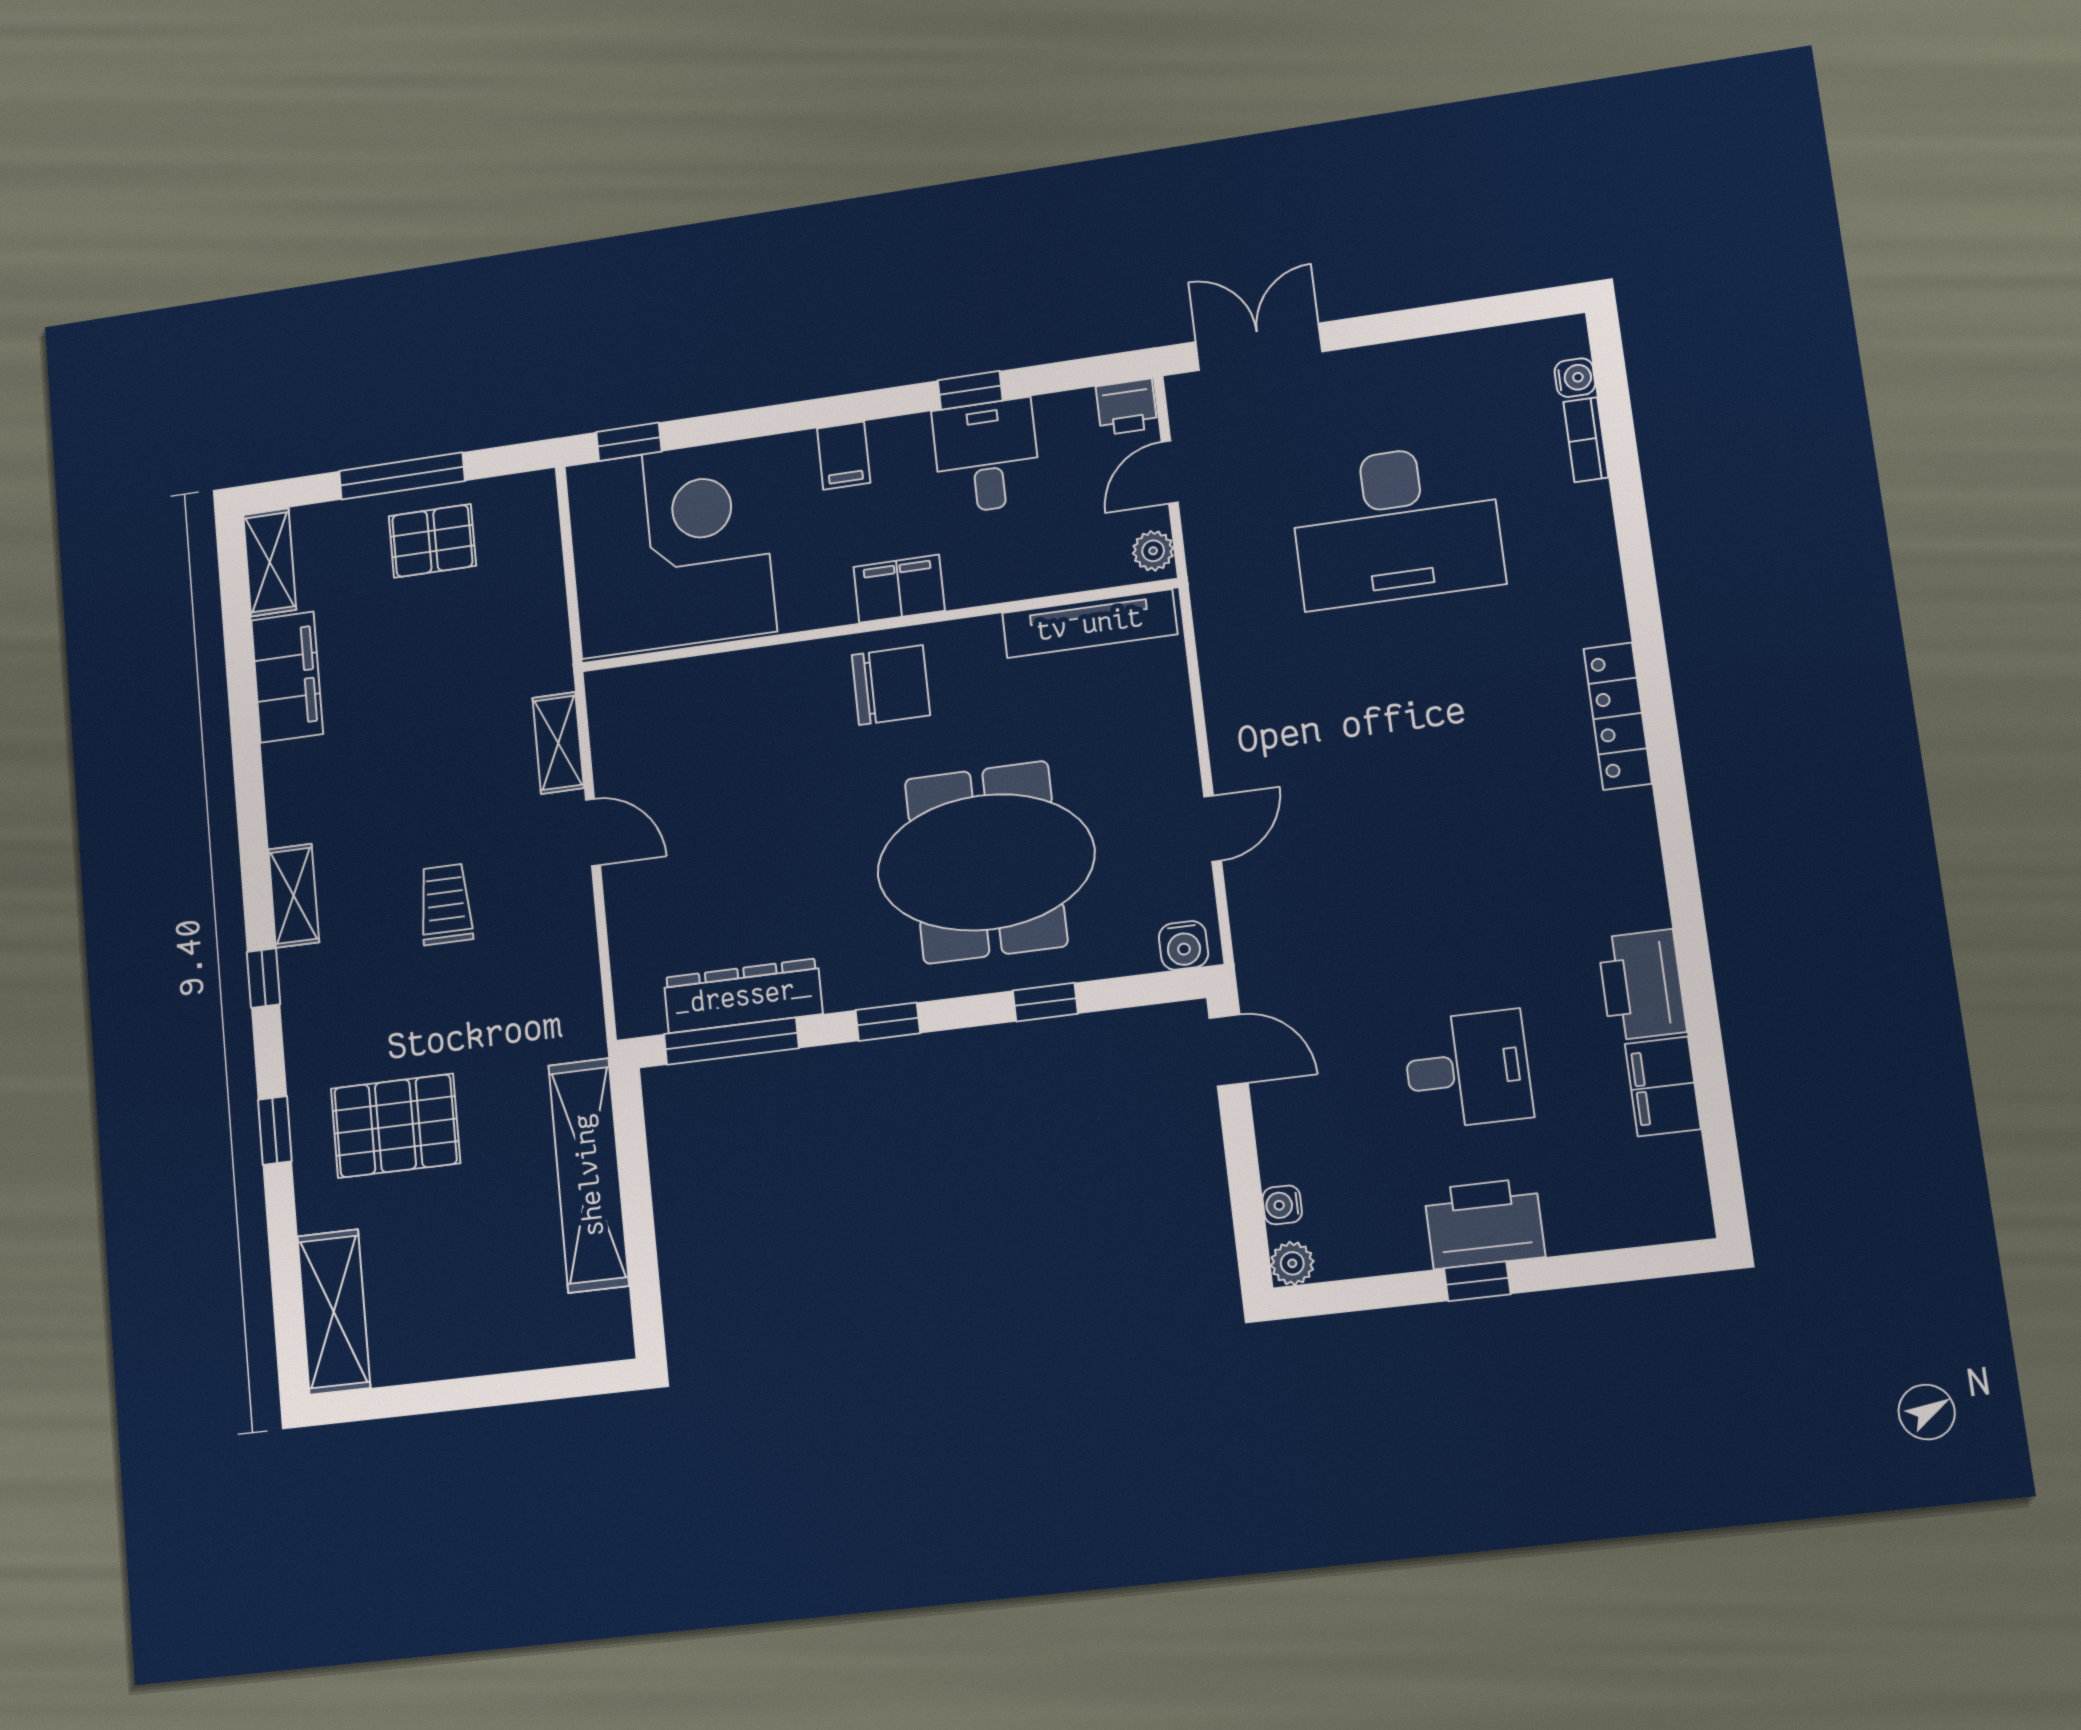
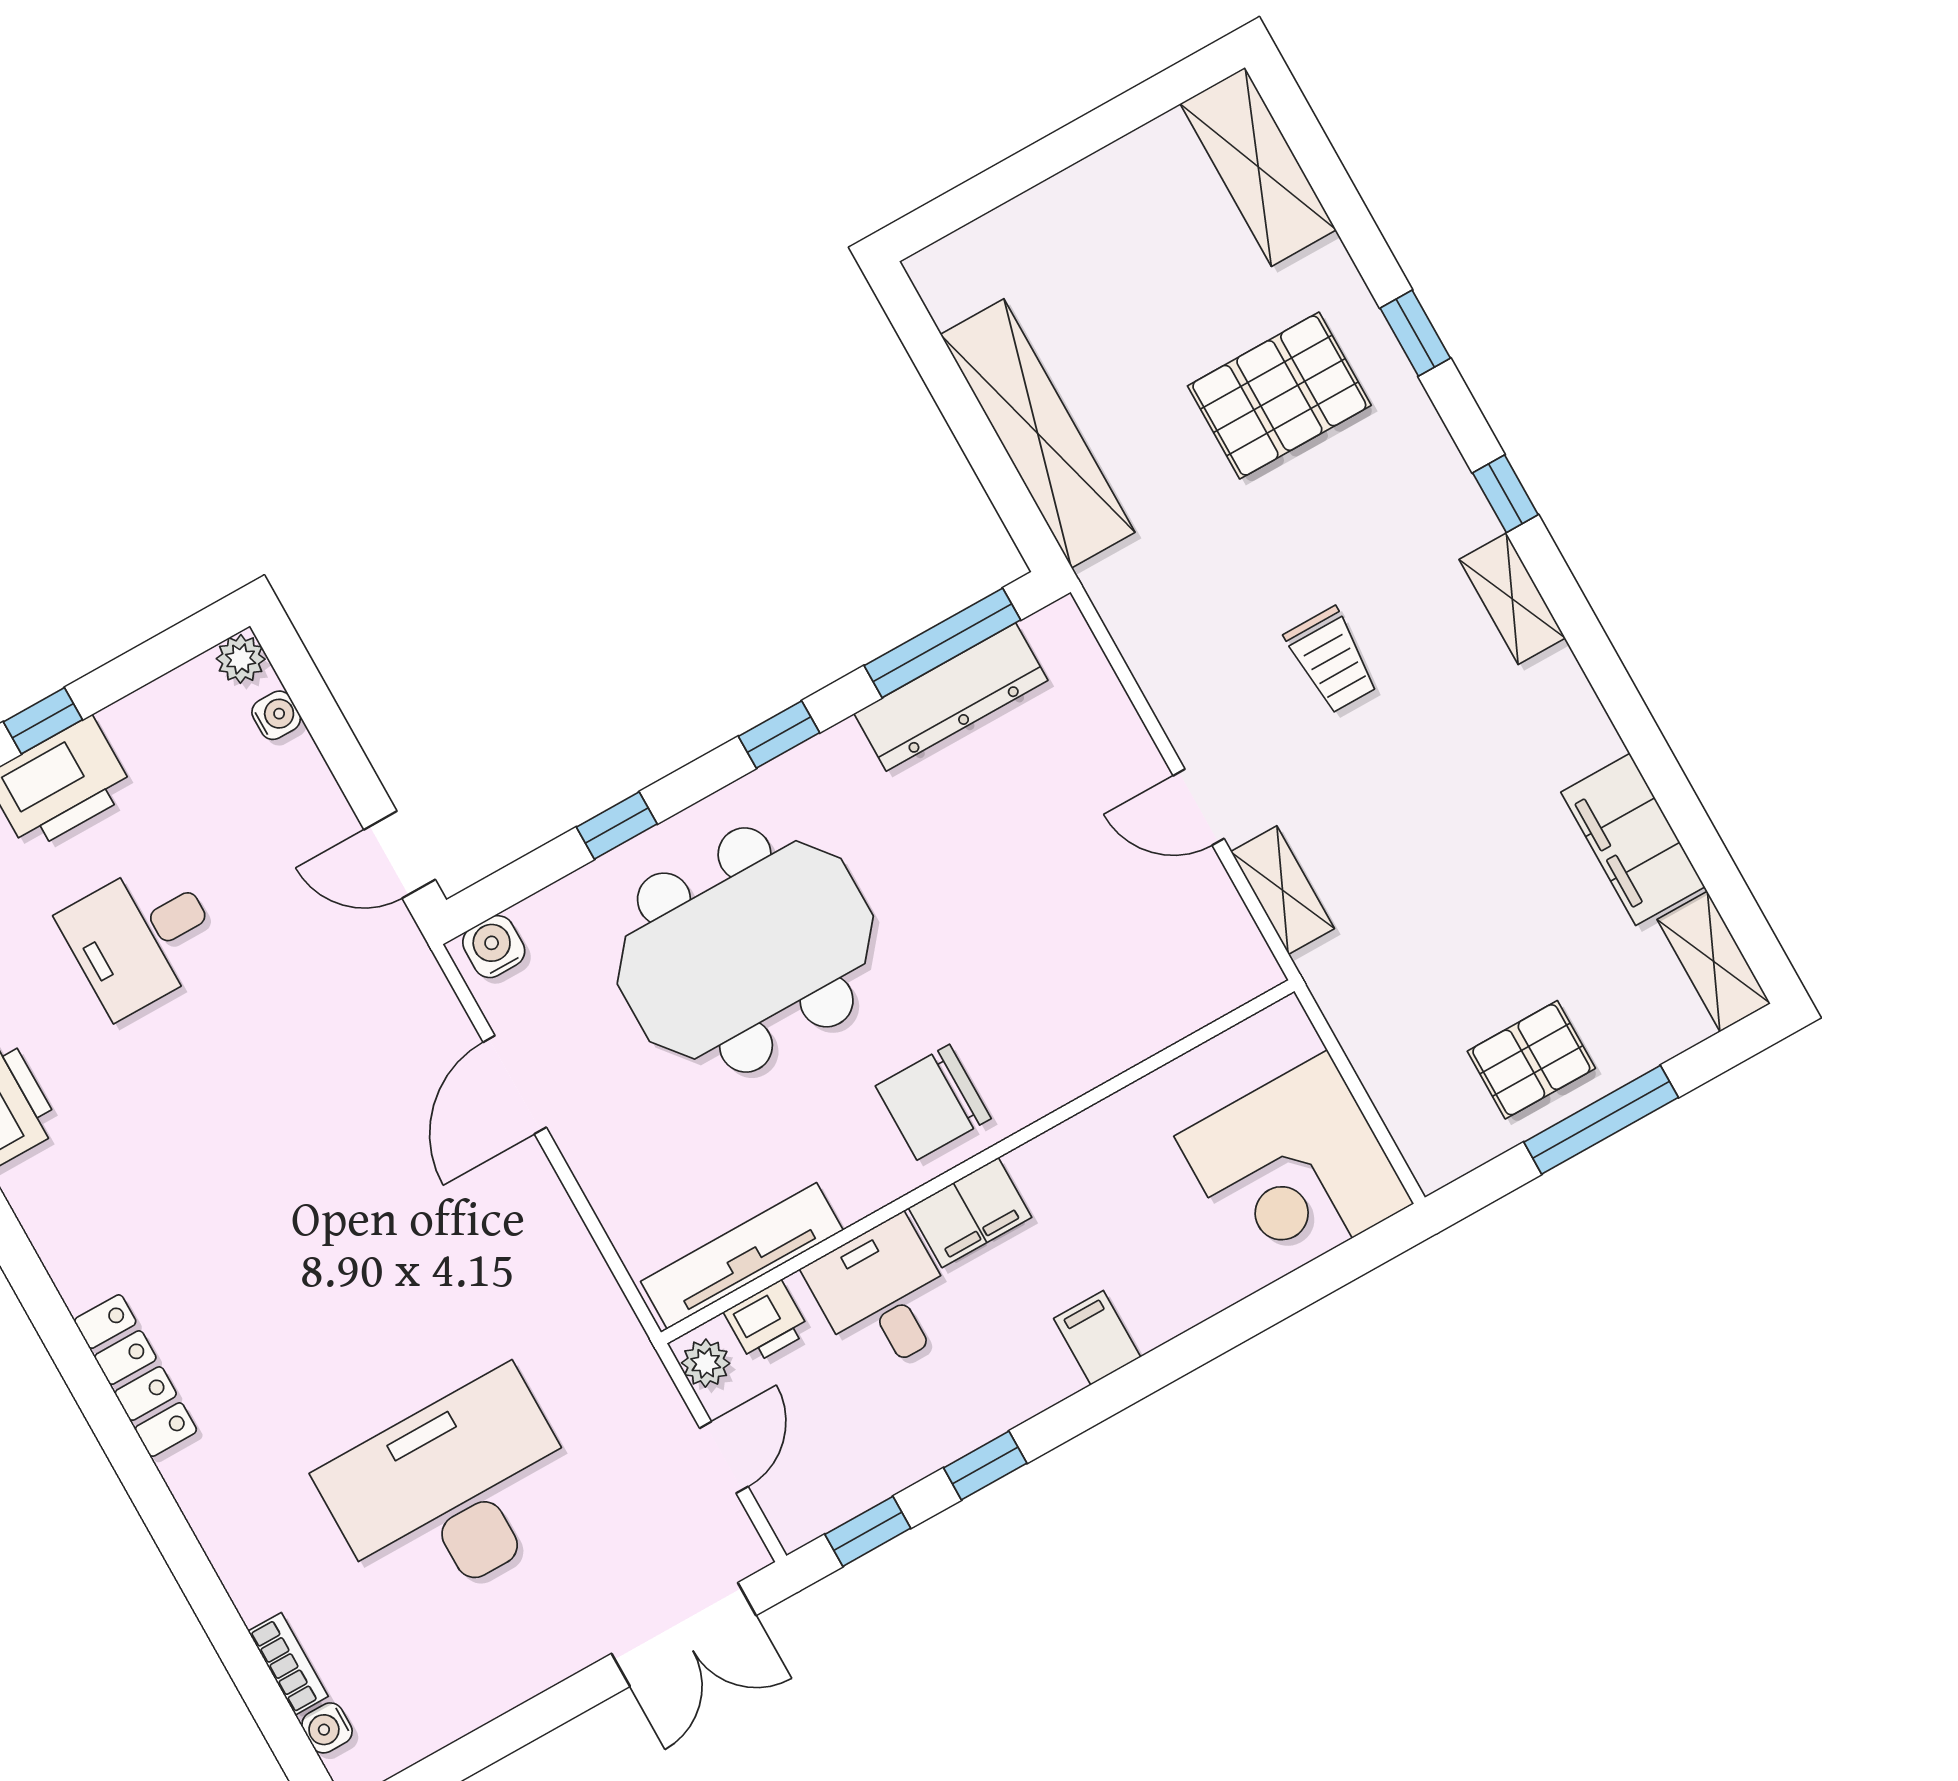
printer: (1127, 407) -> (767, 1322), moved, turned 180
window: (629, 442) -> (868, 1531), moved
desk: (986, 456) -> (883, 1296), moved, turned 180
corner desk: (670, 548) -> (1294, 1170), width x0.74, depth x0.74
door: (1213, 829) -> (515, 1085), width x1.38

